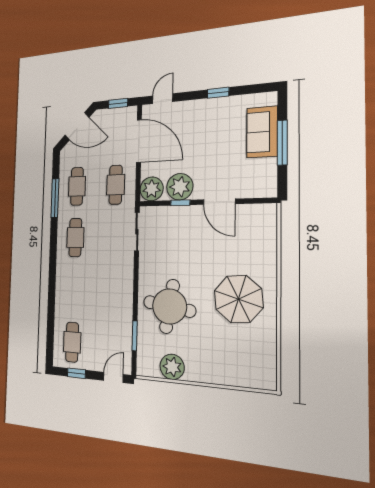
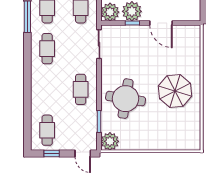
cafe table: (113, 291) -> (81, 89), added
plant: (172, 367) -> (110, 141), moved
door: (113, 377) -> (83, 153), swing flipped

